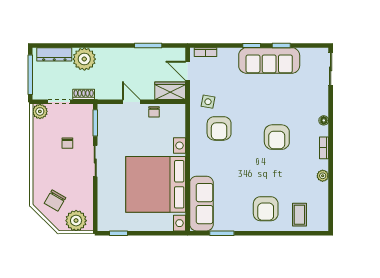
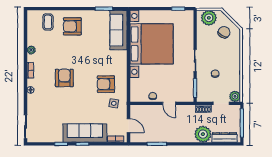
sofa: (269, 60) -> (85, 133), moved
wardrobe: (170, 91) -> (141, 111), removed
armchair: (219, 128) -> (106, 84), turned -90
armchair: (266, 209) -> (72, 26), turned -90

